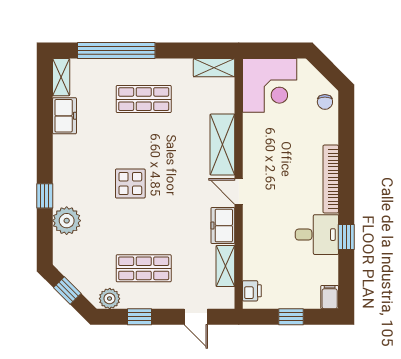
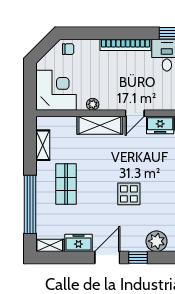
shelving: (214, 68) -> (43, 145), moved
plant: (251, 135) -> (93, 104), added
door: (45, 154) -> (107, 257), added

